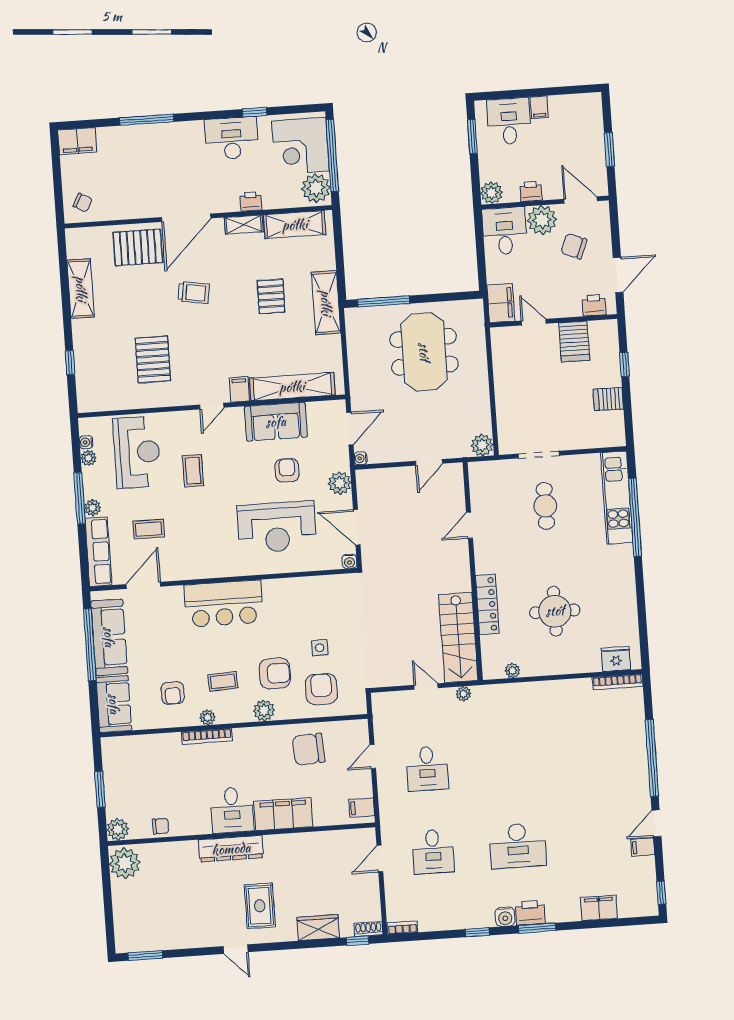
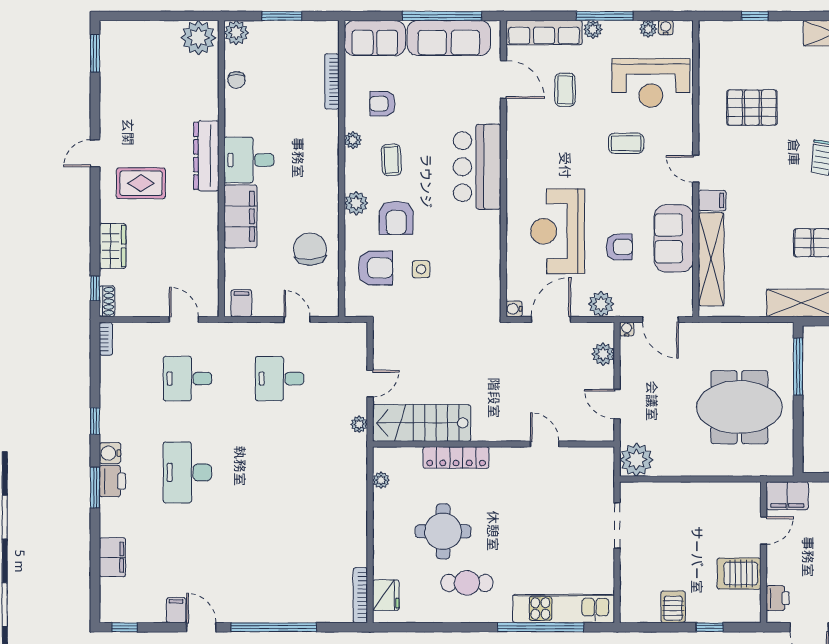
plant: (482, 445) -> (636, 460), width x1.36, depth x1.36
plant: (385, 478) -> (603, 354), added
cafe table: (545, 506) -> (467, 583), moved
bookcase: (207, 736) -> (332, 81), moved

